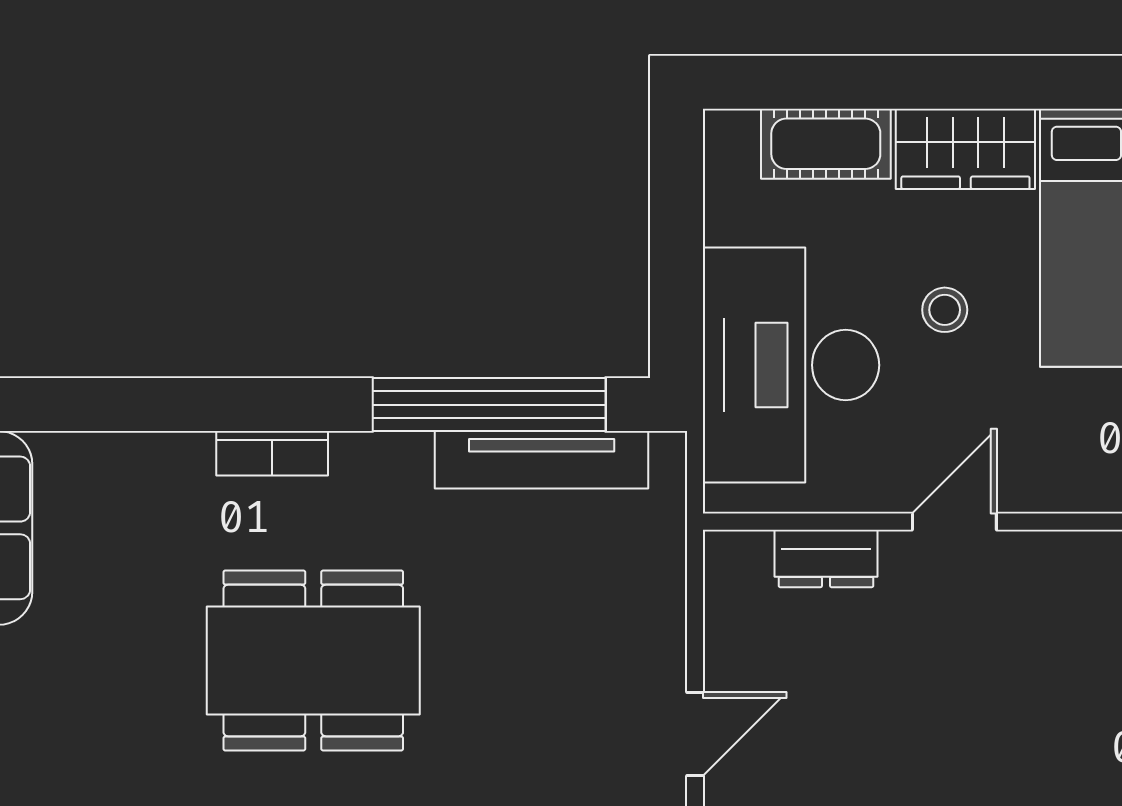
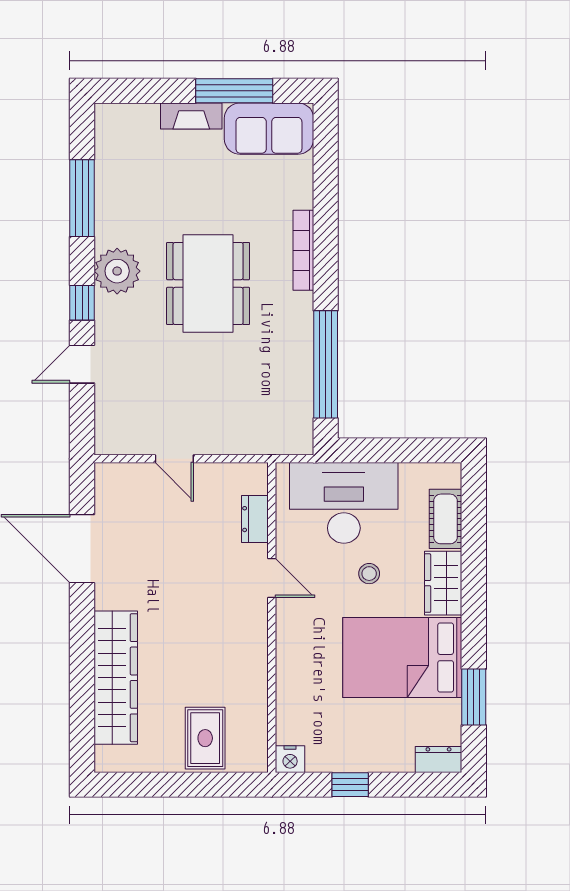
bookcase: (272, 453) -> (303, 250), width x1.56
tv unit: (542, 460) -> (300, 388), removed

